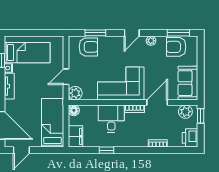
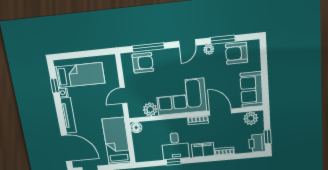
window: (95, 33) -> (148, 47), width x1.44
window: (178, 33) -> (223, 40), moved
tv unit: (9, 86) -> (68, 115), width x1.41
plant: (75, 93) -> (150, 109), moved
door: (157, 102) -> (221, 112), hinge flipped
window: (201, 116) -> (268, 137), moved
desk: (111, 119) -> (175, 146), moved, turned 180
filing cabinet: (76, 136) -> (203, 150), moved, turned -90

